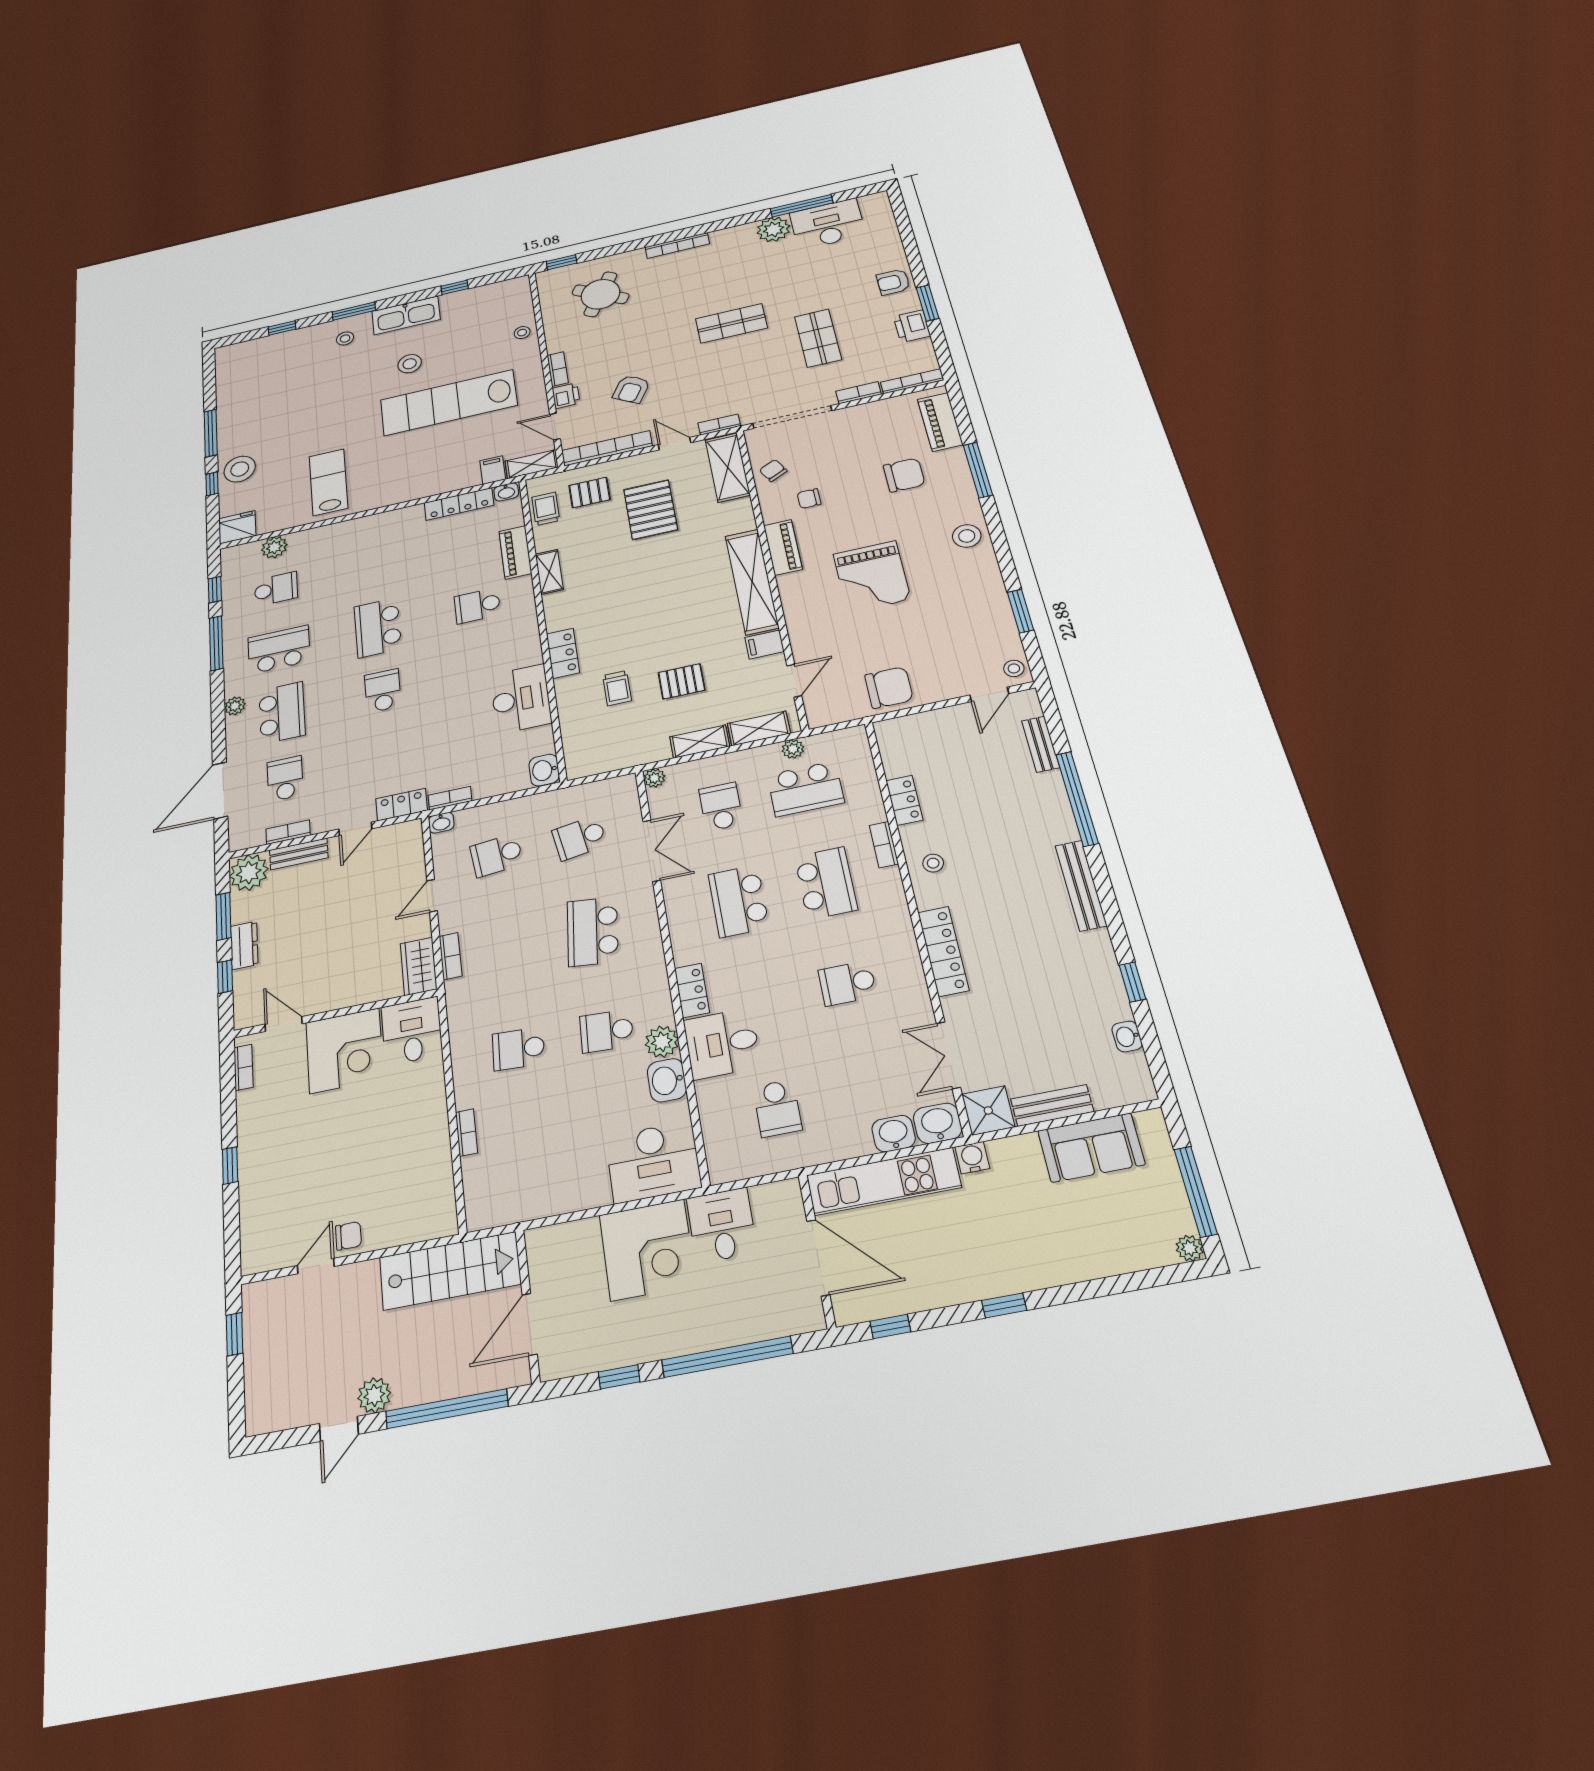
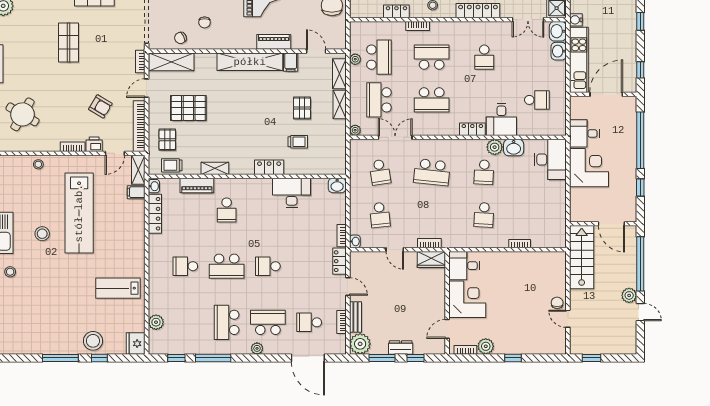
piano: (783, 547) -> (274, 42), moved
school desk: (276, 589) -> (185, 266), moved, turned -90
school desk: (721, 807) -> (379, 100), width x1.85
plant: (252, 1106) -> (486, 346), added

